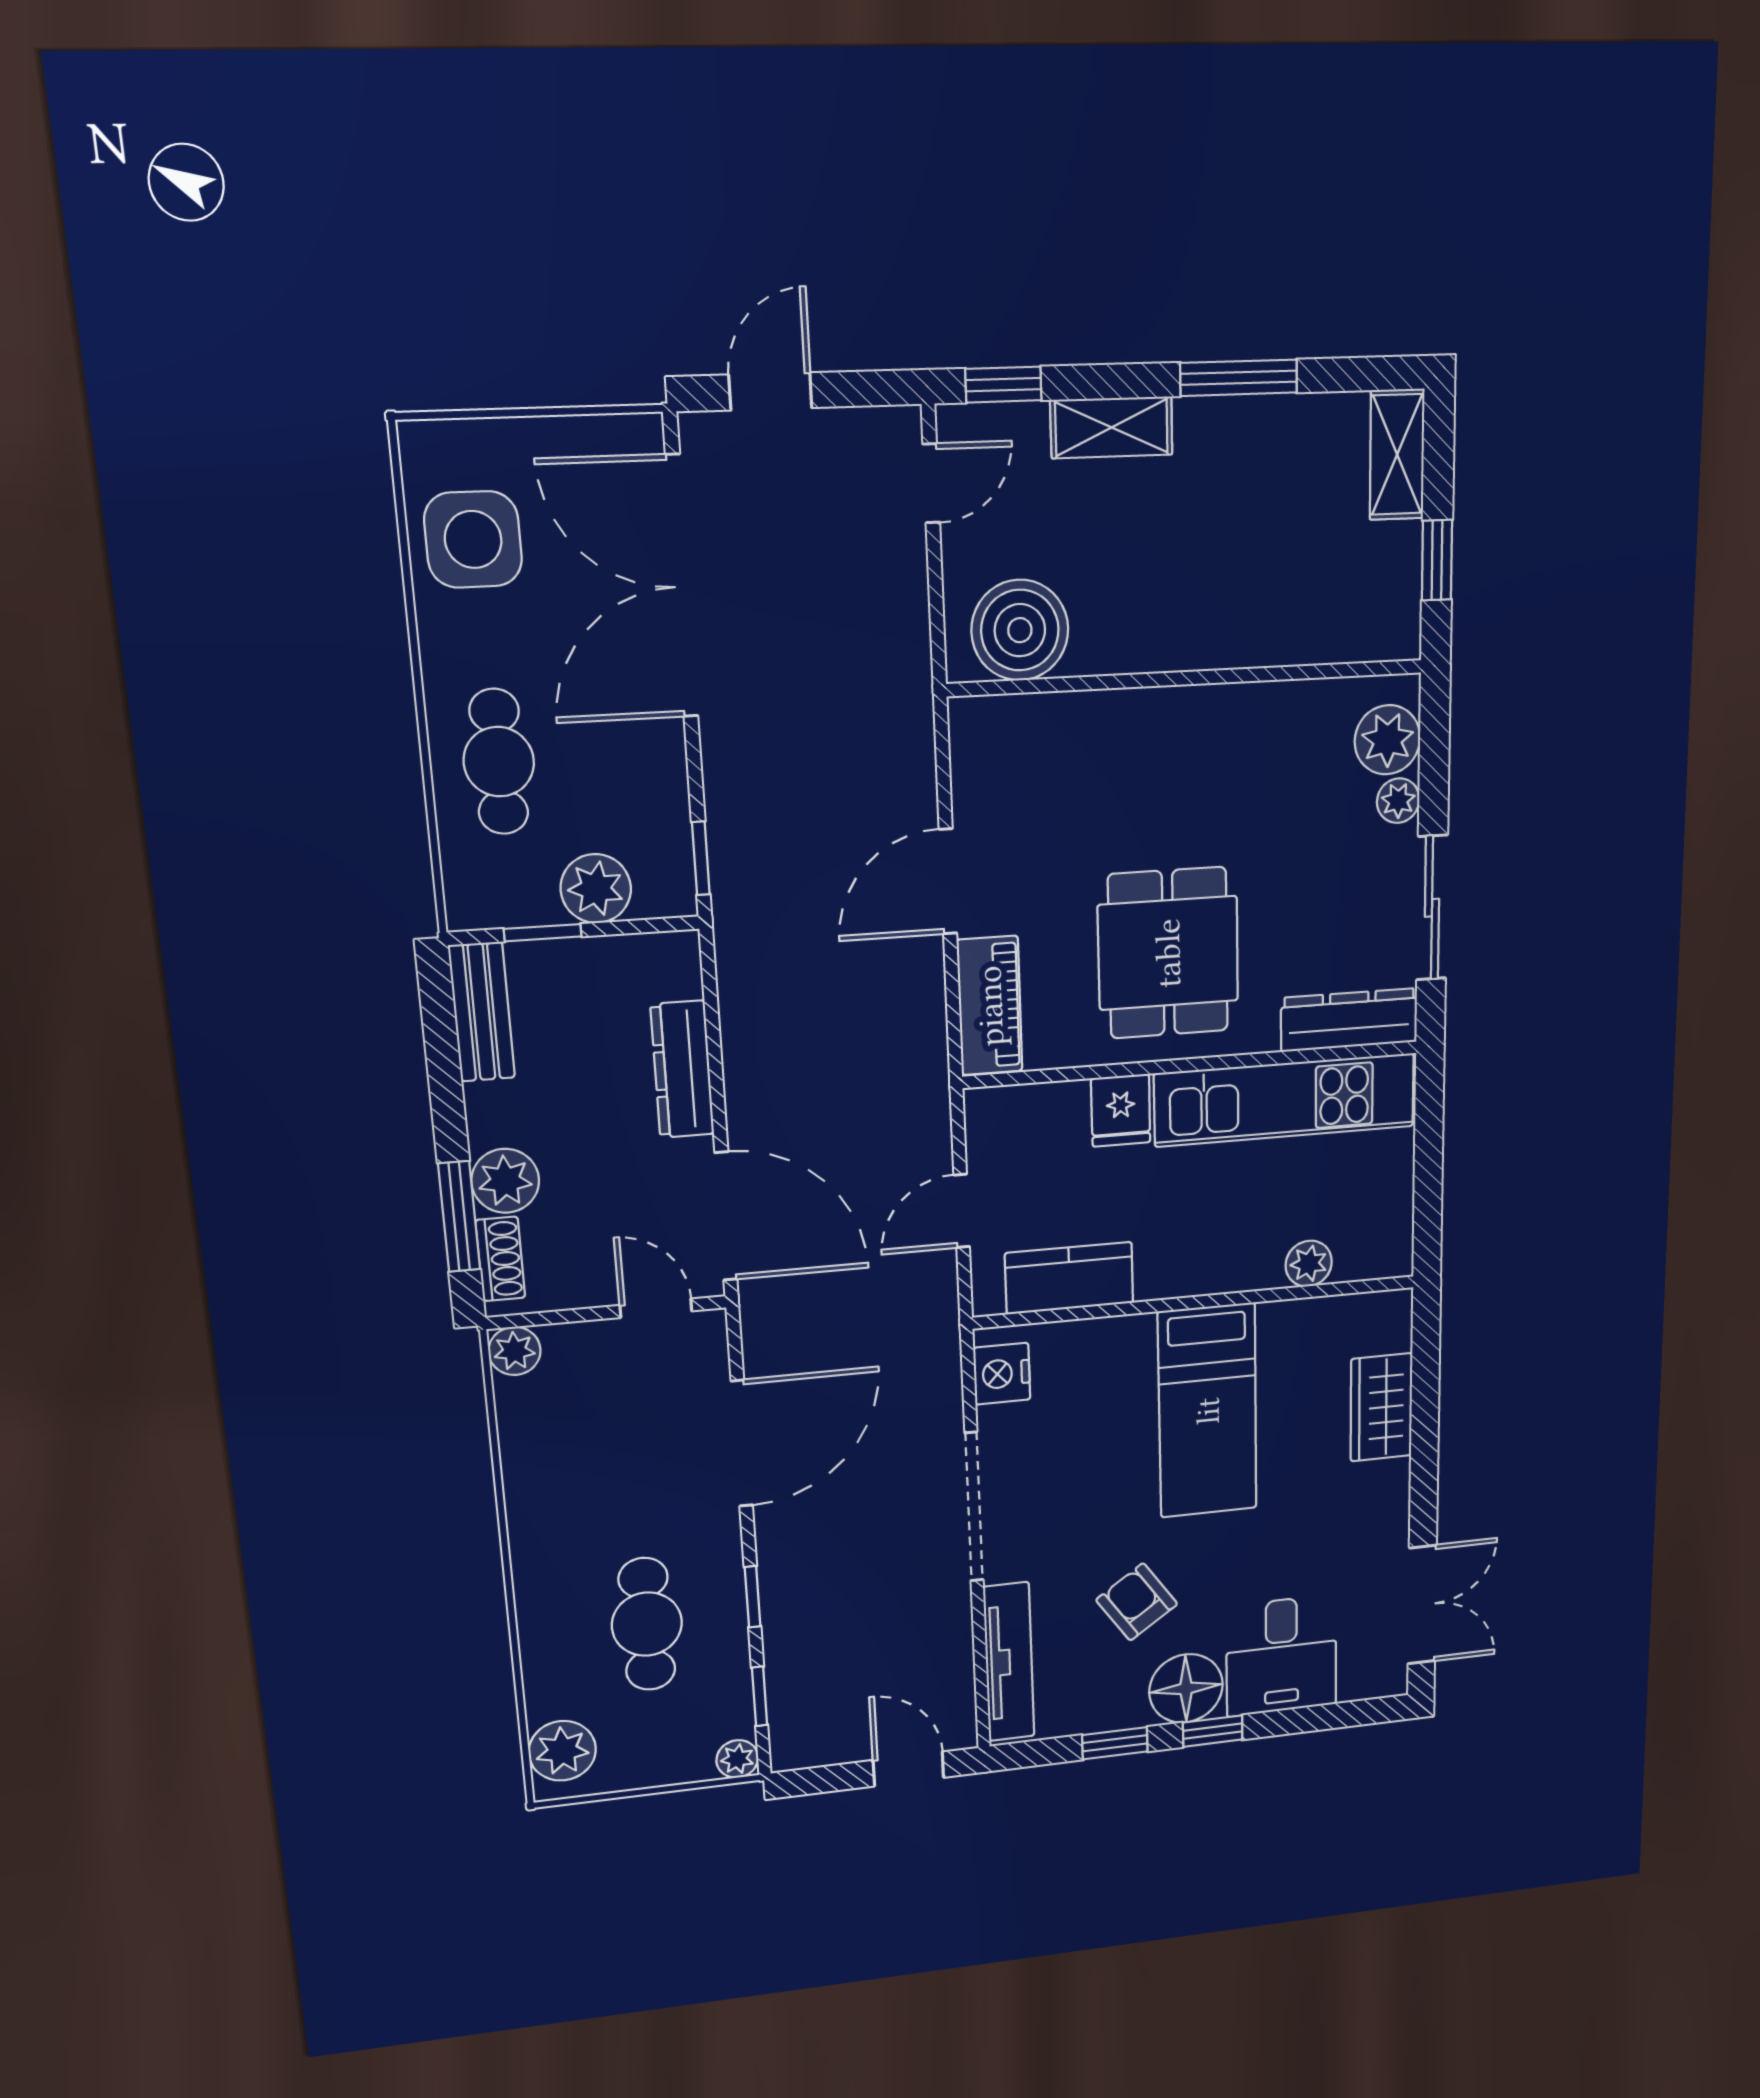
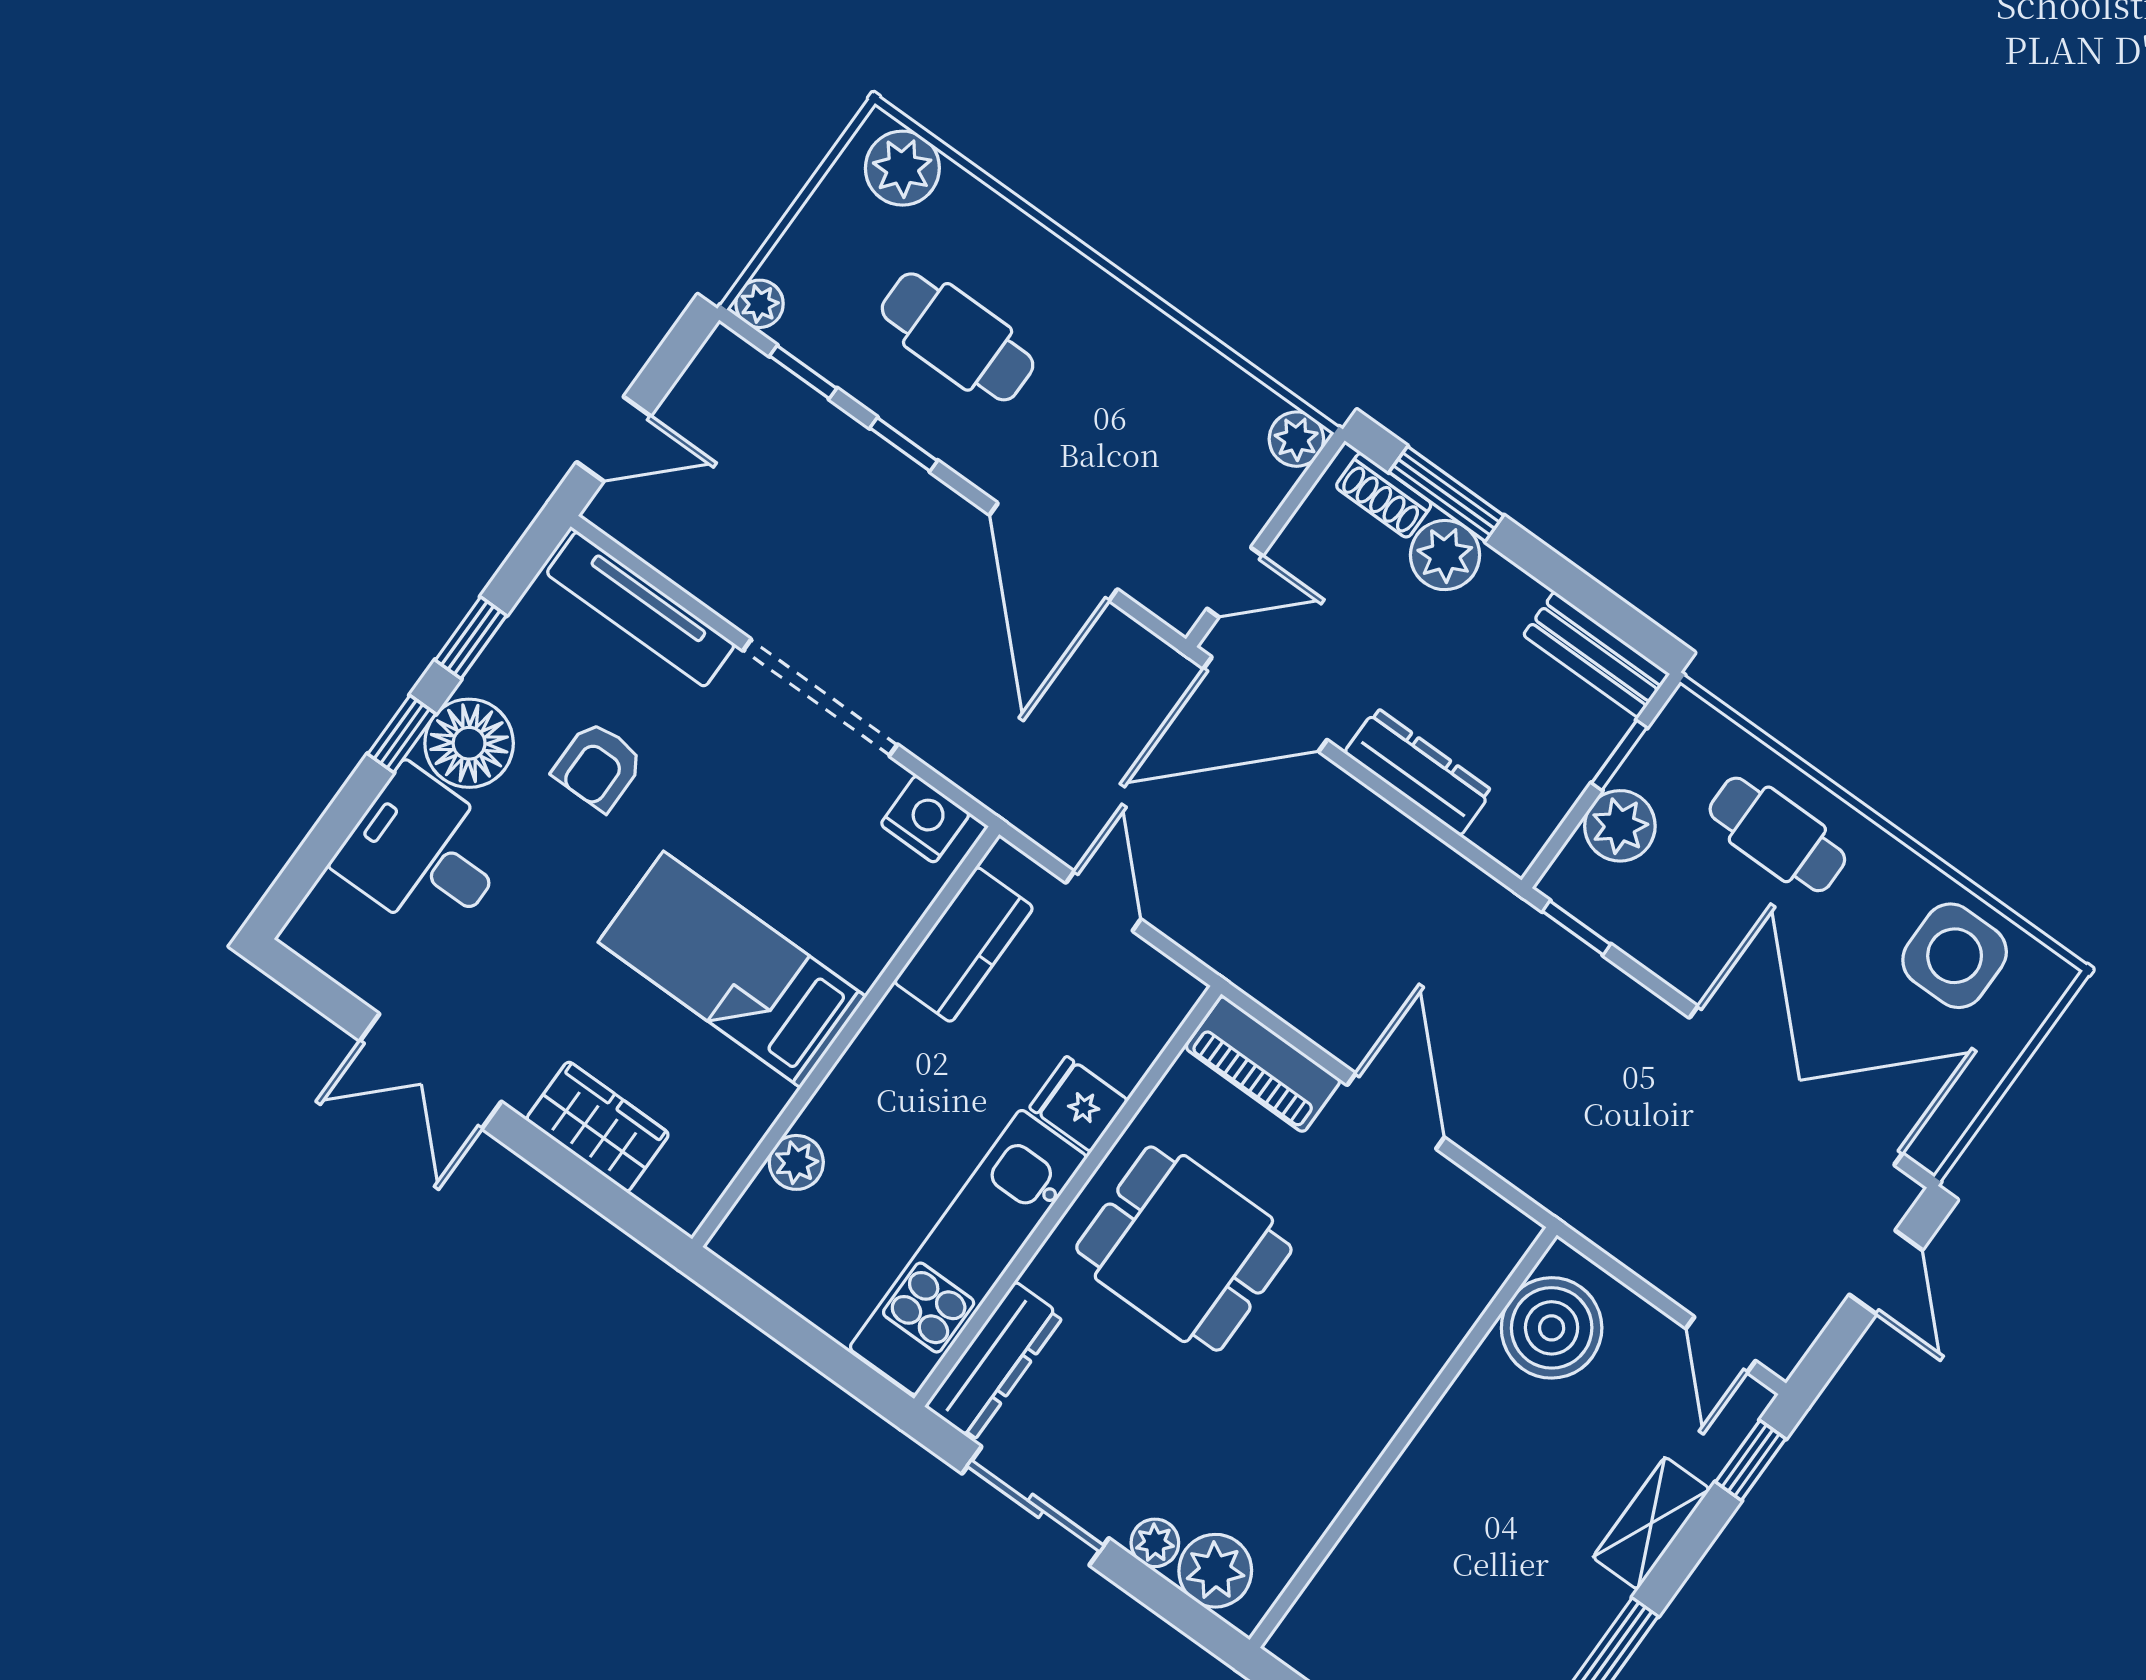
armchair: (1137, 1602) -> (598, 766), turned 125
double door: (1422, 1605) -> (431, 1071), moved

